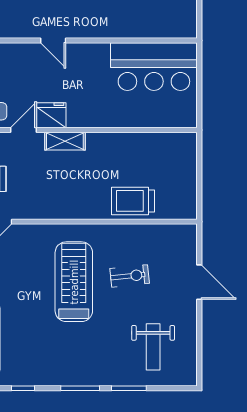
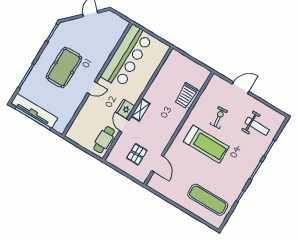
bar counter: (154, 67) -> (127, 57), width x1.36
treadmill: (74, 282) -> (206, 144), turned 180

